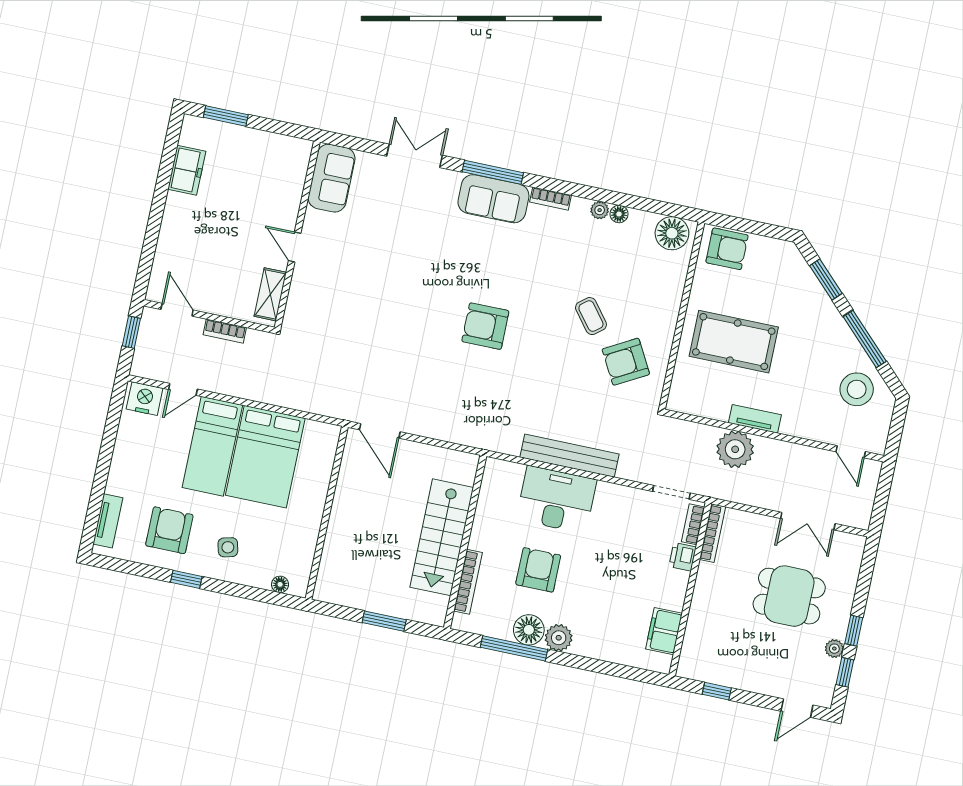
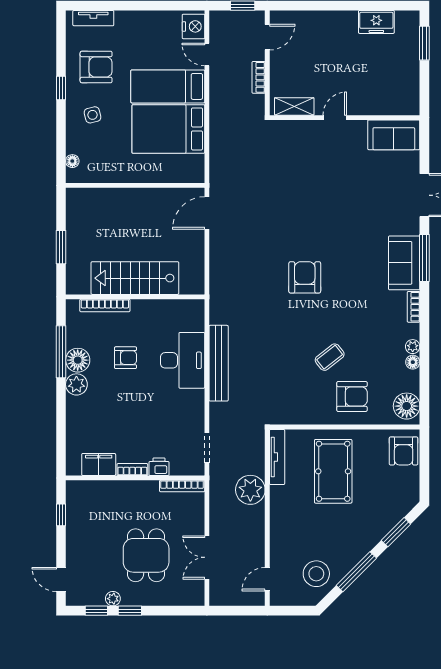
armchair: (626, 362) -> (352, 396), moved, turned 119
tv unit: (755, 419) -> (277, 457), moved, width x1.41
bookcase: (693, 524) -> (132, 470), moved
armchair: (538, 570) -> (125, 358), width x0.72, depth x0.72

